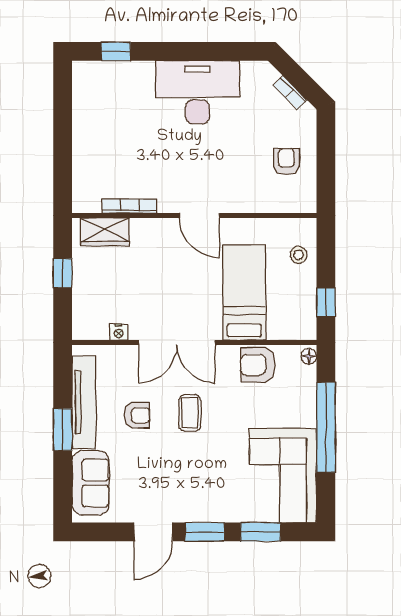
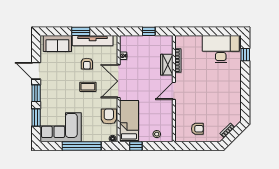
desk: (197, 92) -> (221, 49), moved, turned -90
wardrobe: (105, 232) -> (167, 65), moved
bed: (244, 292) -> (129, 121), moved, turned -90

